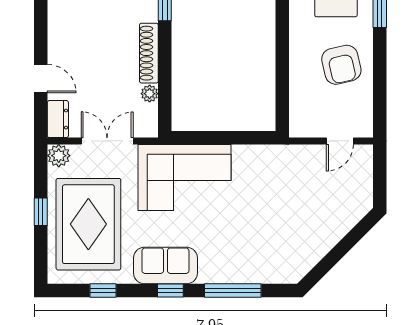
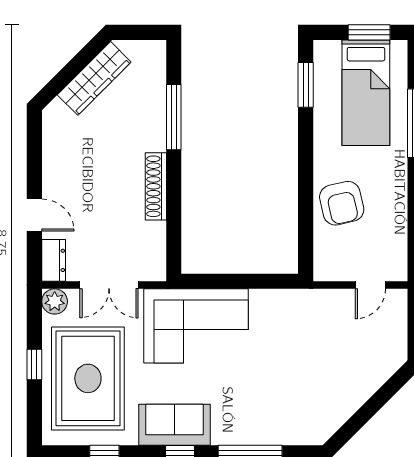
armchair: (341, 65) -> (342, 203), moved
plant: (150, 94) -> (157, 232), removed
double door: (107, 141) -> (109, 285), swing flipped

